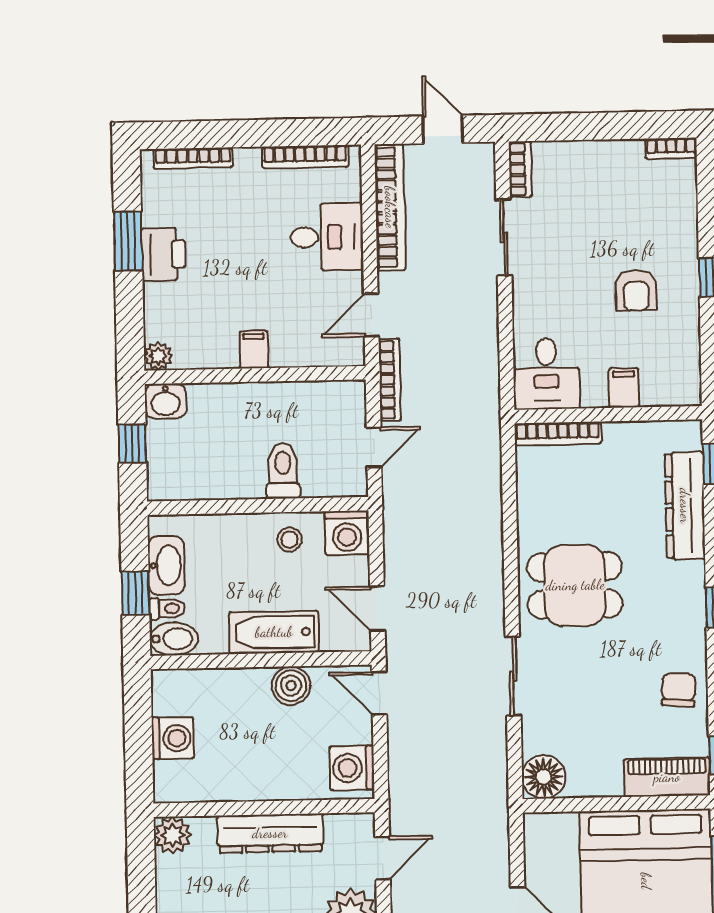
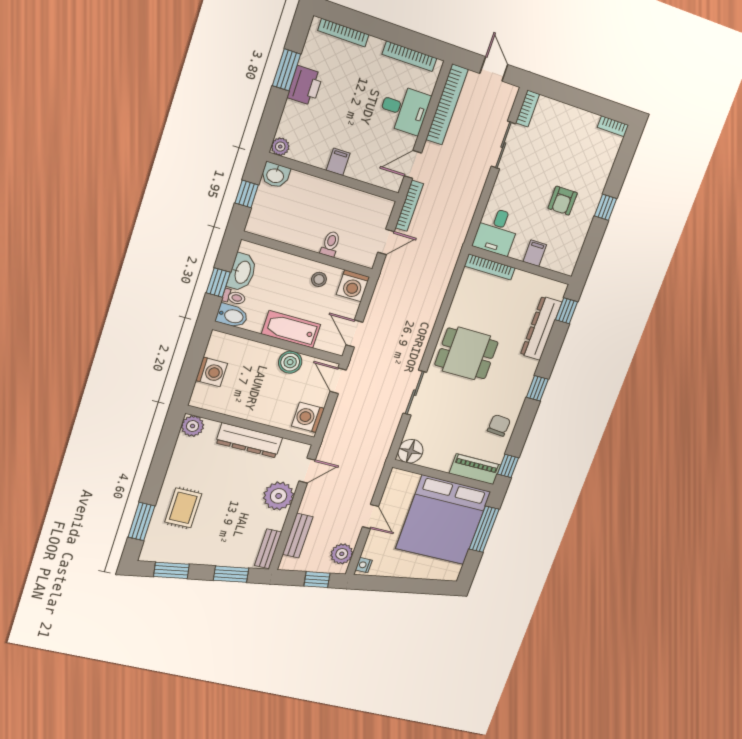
toilet: (283, 471) -> (331, 244), width x0.73, depth x0.72

